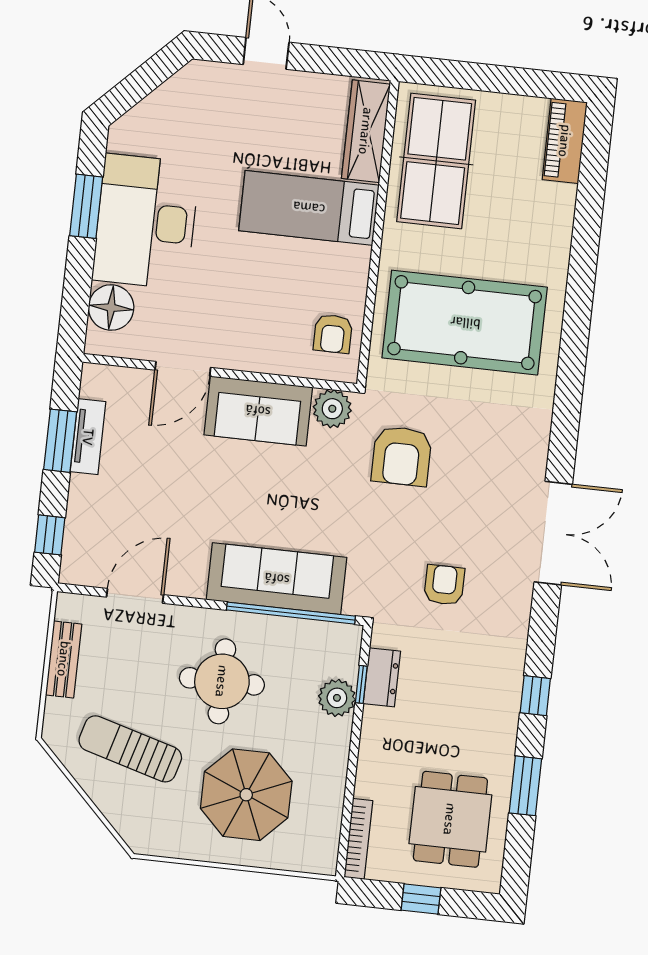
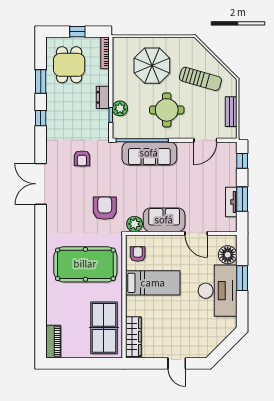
window: (86, 206) -> (242, 278), moved
bed: (309, 208) -> (153, 283), moved
door: (183, 369) -> (196, 233), swing flipped
dresser: (382, 677) -> (103, 97), moved

